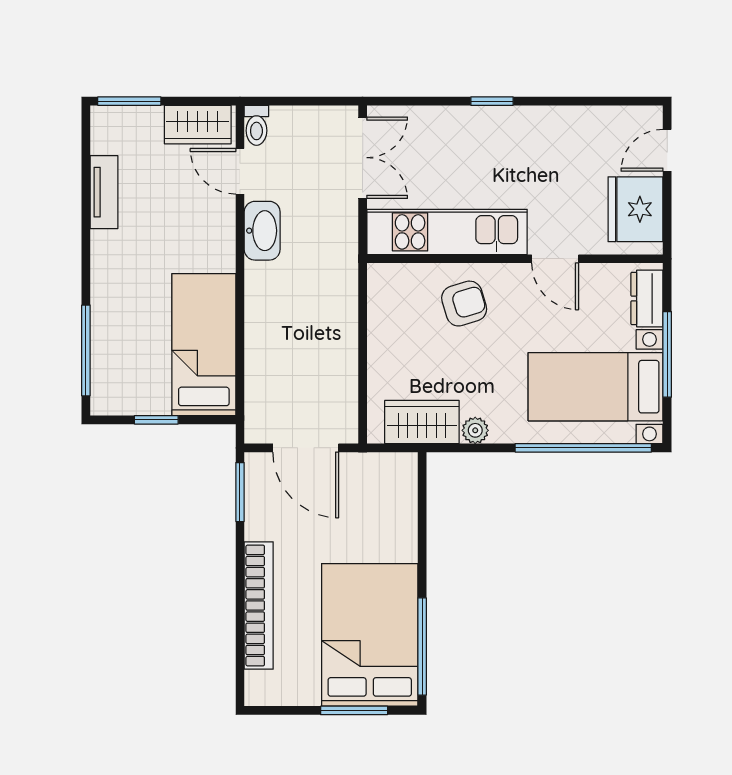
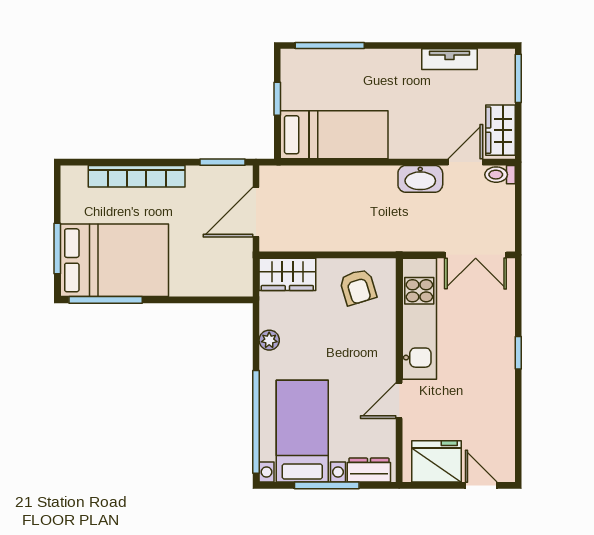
armchair: (464, 304) -> (358, 287), moved
wardrobe: (422, 422) -> (287, 274), moved, turned 90

